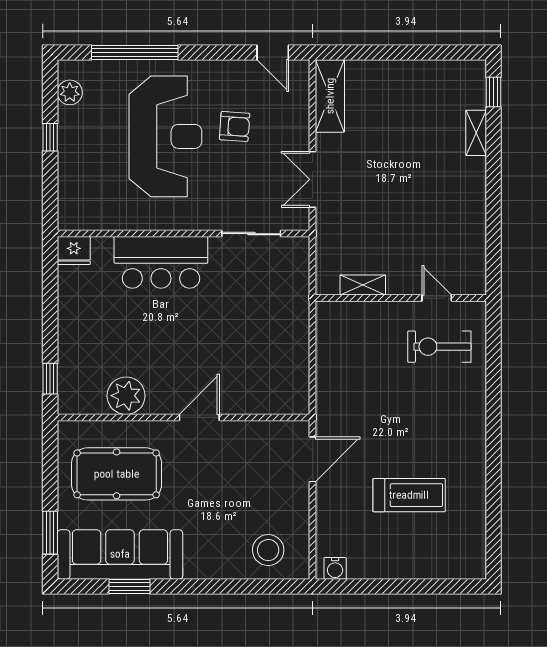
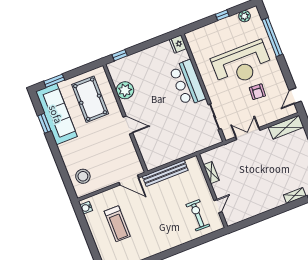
bench: (328, 380) -> (165, 173), added
treadmill: (409, 495) -> (117, 224), moved

